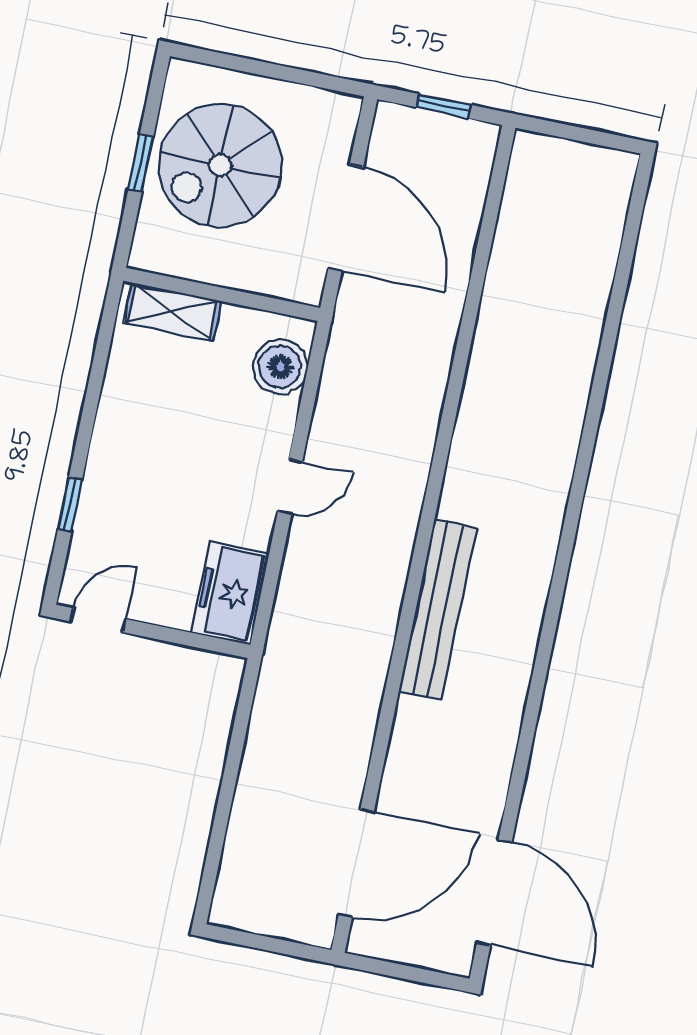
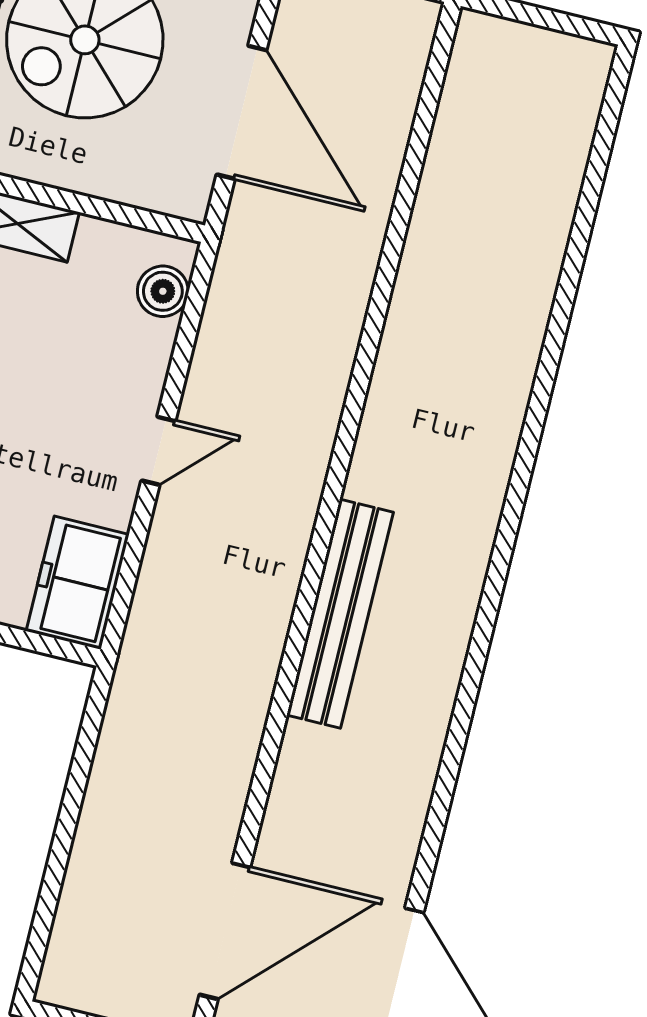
boiler: (280, 367) -> (163, 291), width x0.73, depth x0.73

